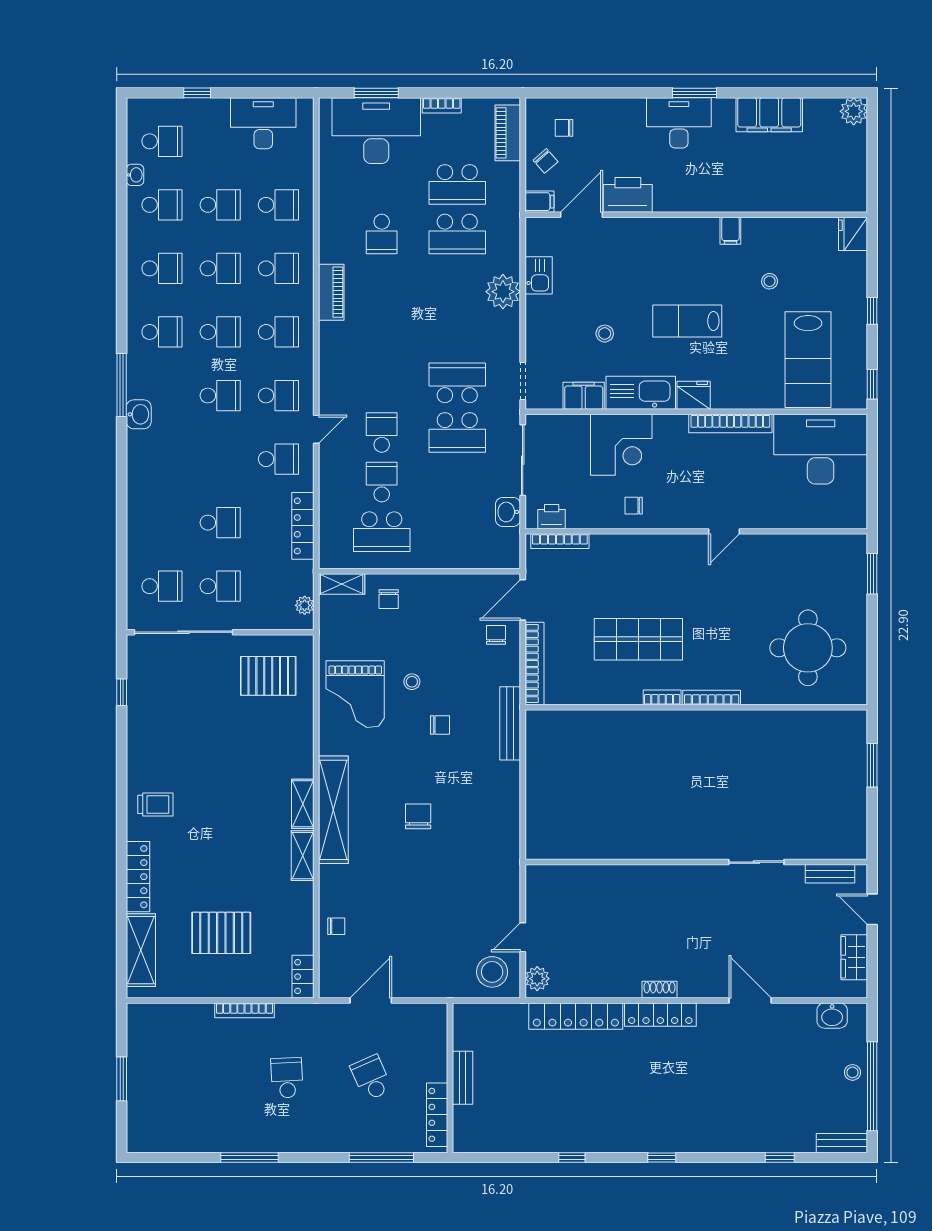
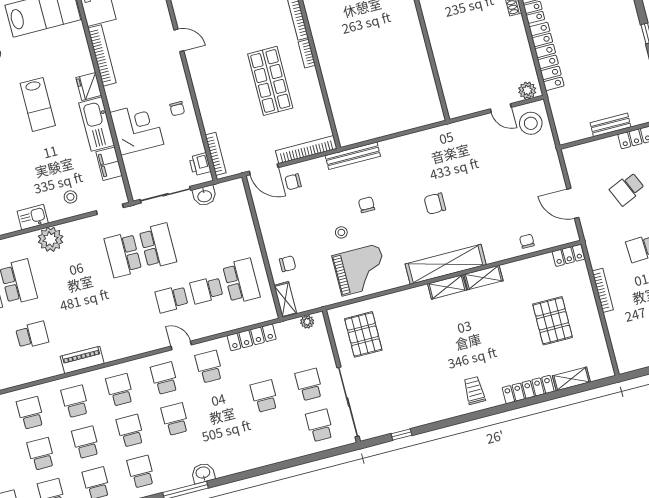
stool: (605, 334) -> (70, 197), moved
shelving: (141, 950) -> (571, 379), width x0.67, depth x0.75

